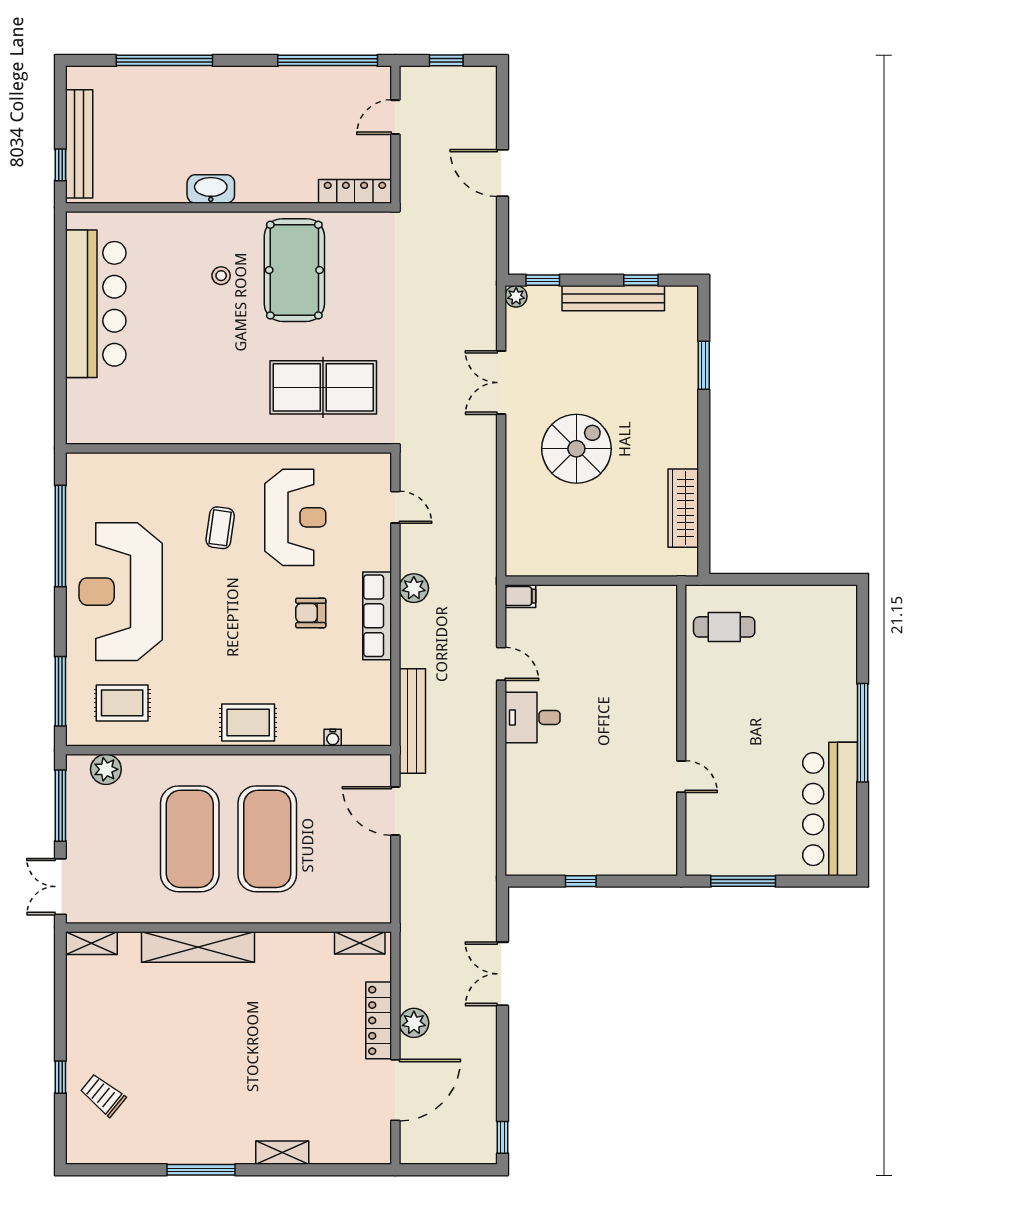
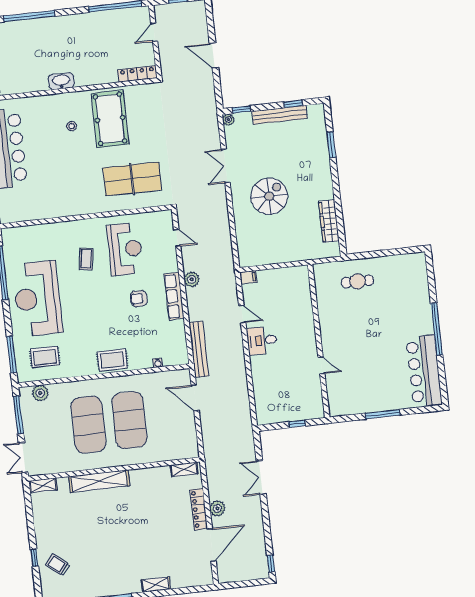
wall: (681, 730) -> (319, 341), moved
door: (681, 777) -> (321, 365), moved

